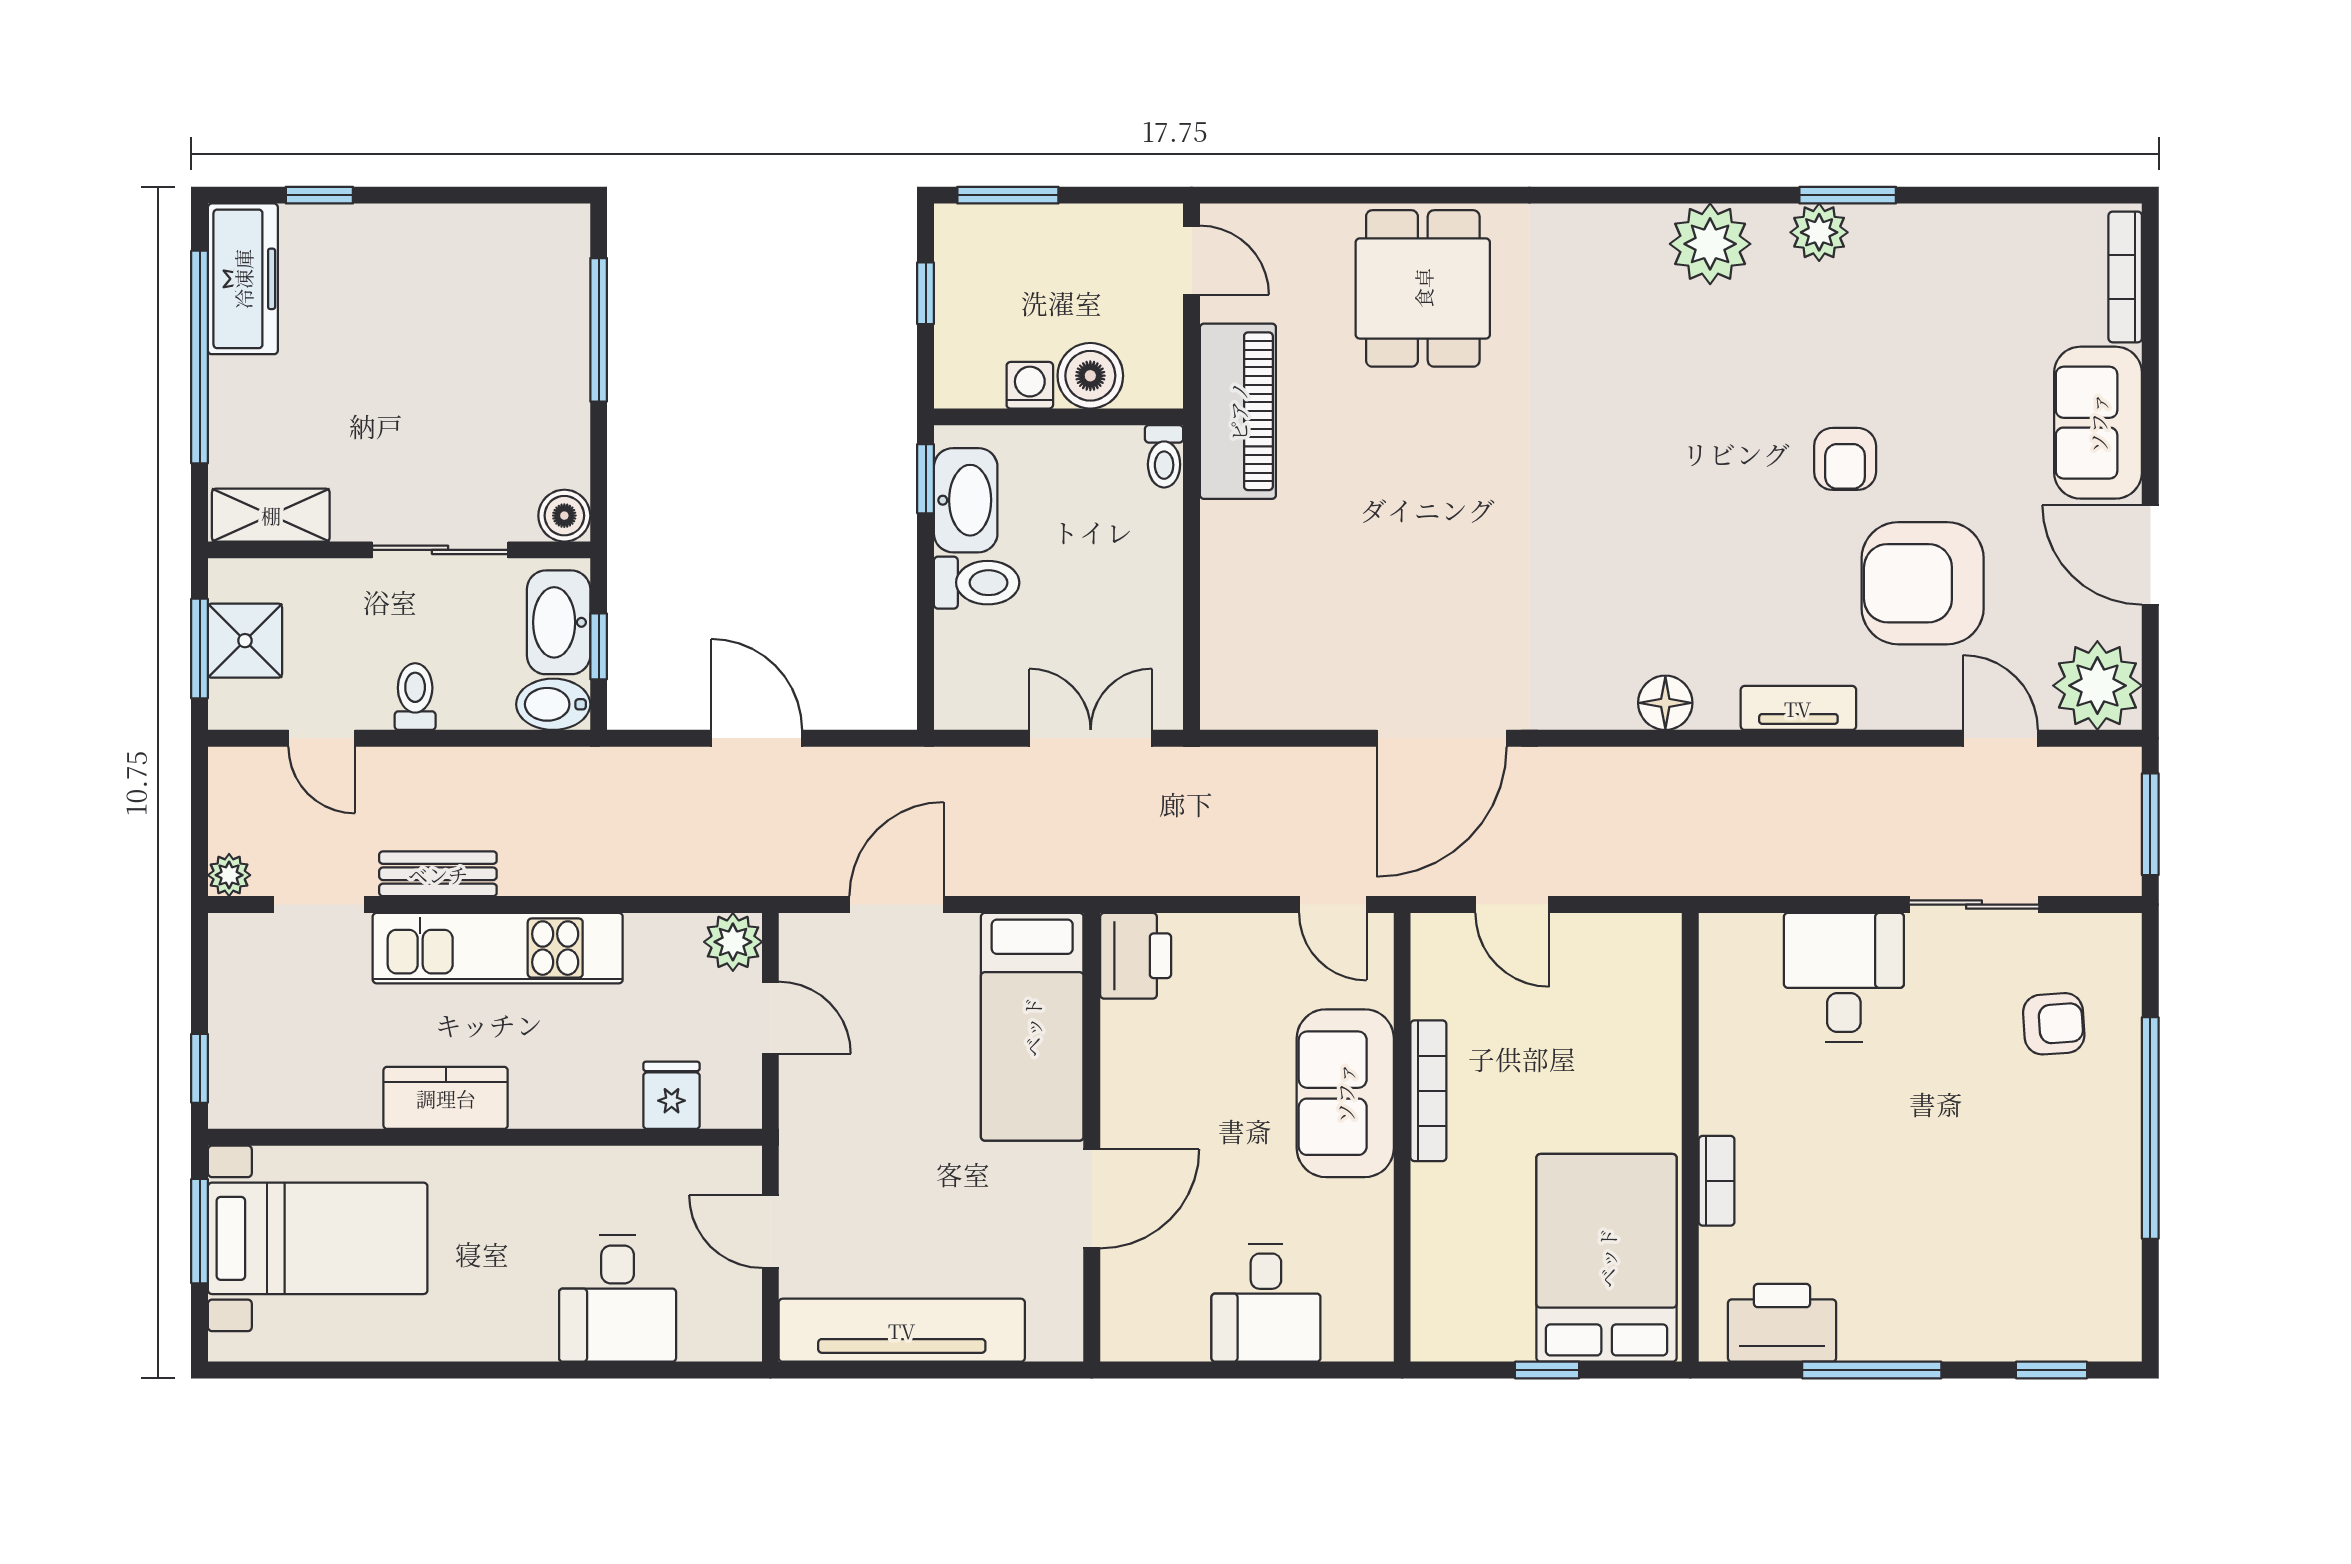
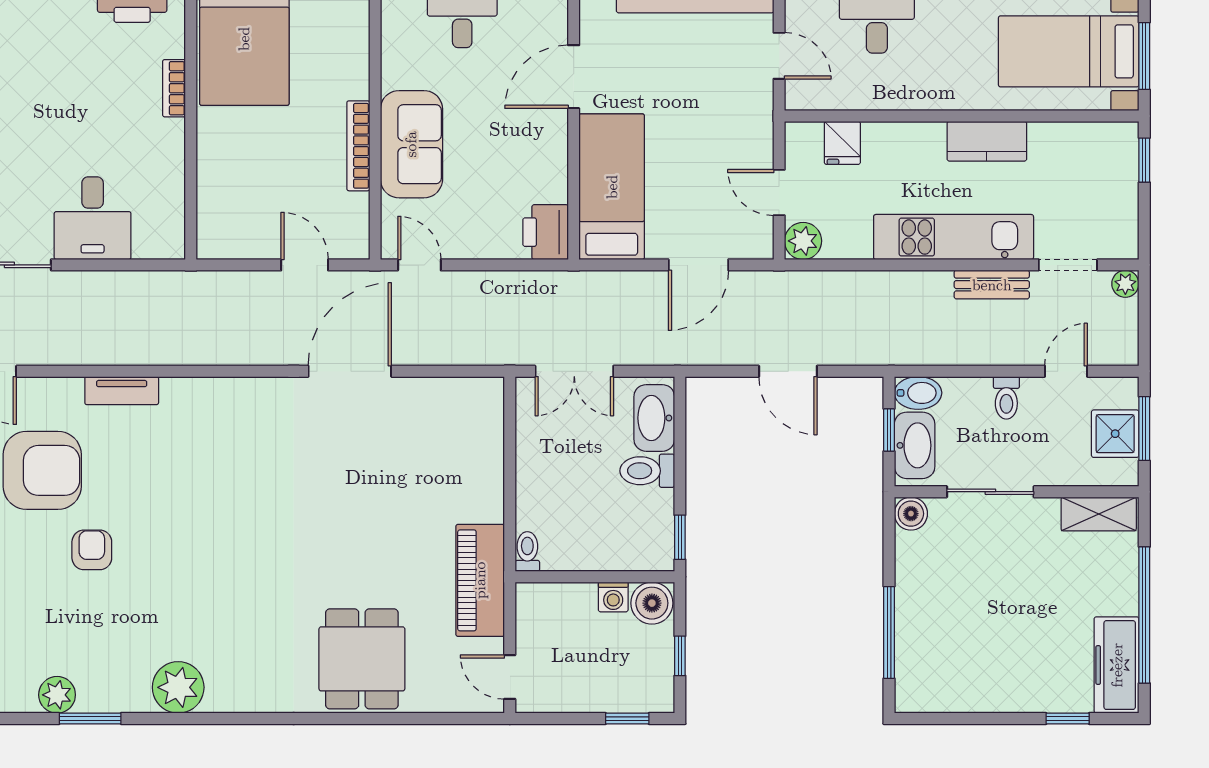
window: (1008, 195) -> (627, 719), width x0.67
plant: (1819, 232) -> (57, 695), moved
boiler: (1090, 376) -> (652, 603), moved
washbasin: (966, 500) -> (654, 418), moved
floor lamp: (1665, 703) -> (207, 394), removed
door: (322, 738) -> (1066, 371), hinge flipped

